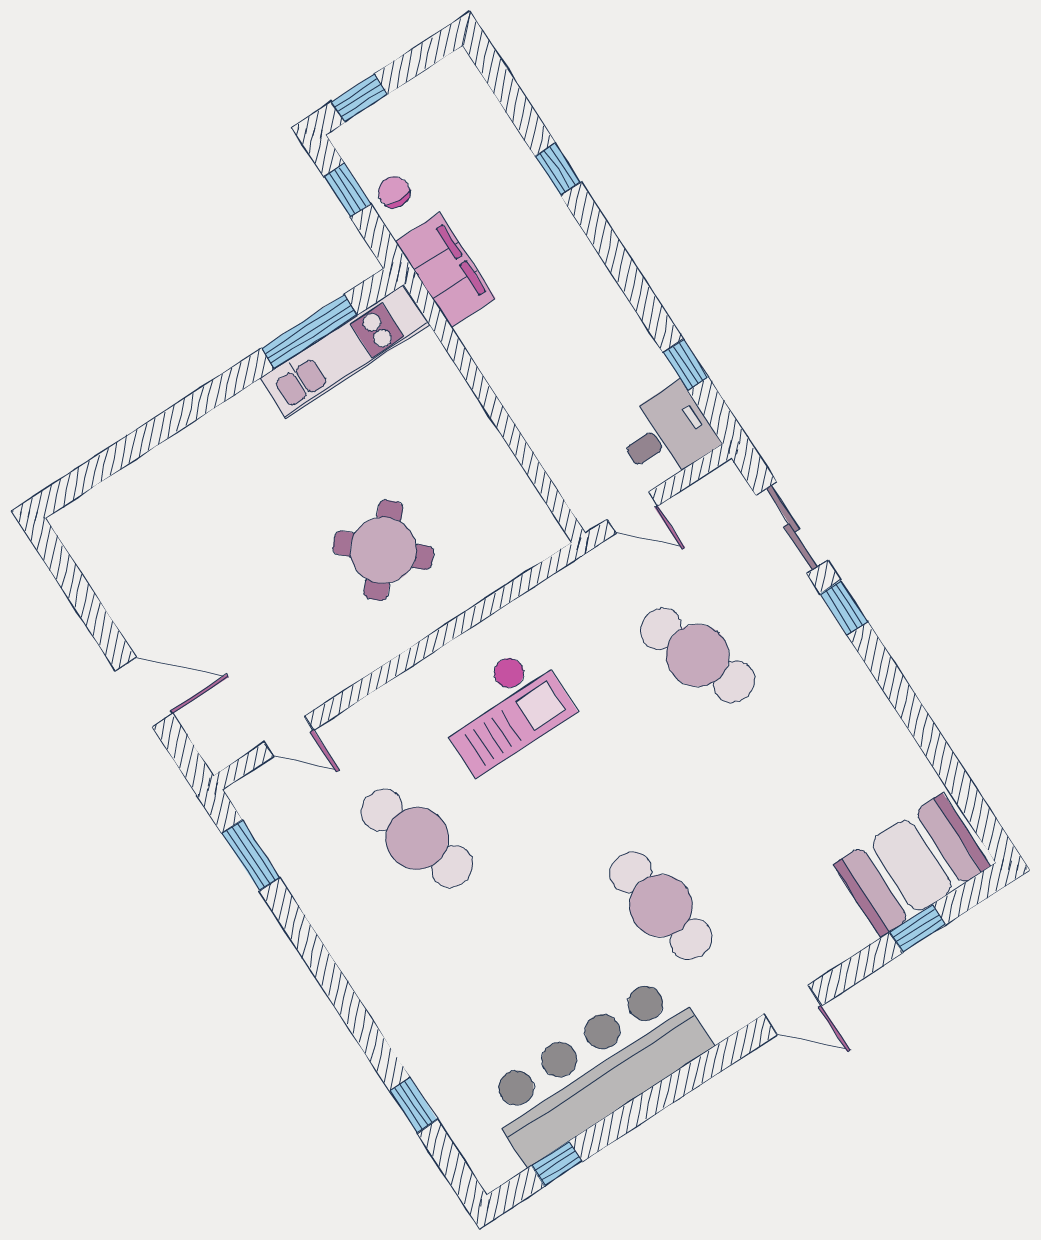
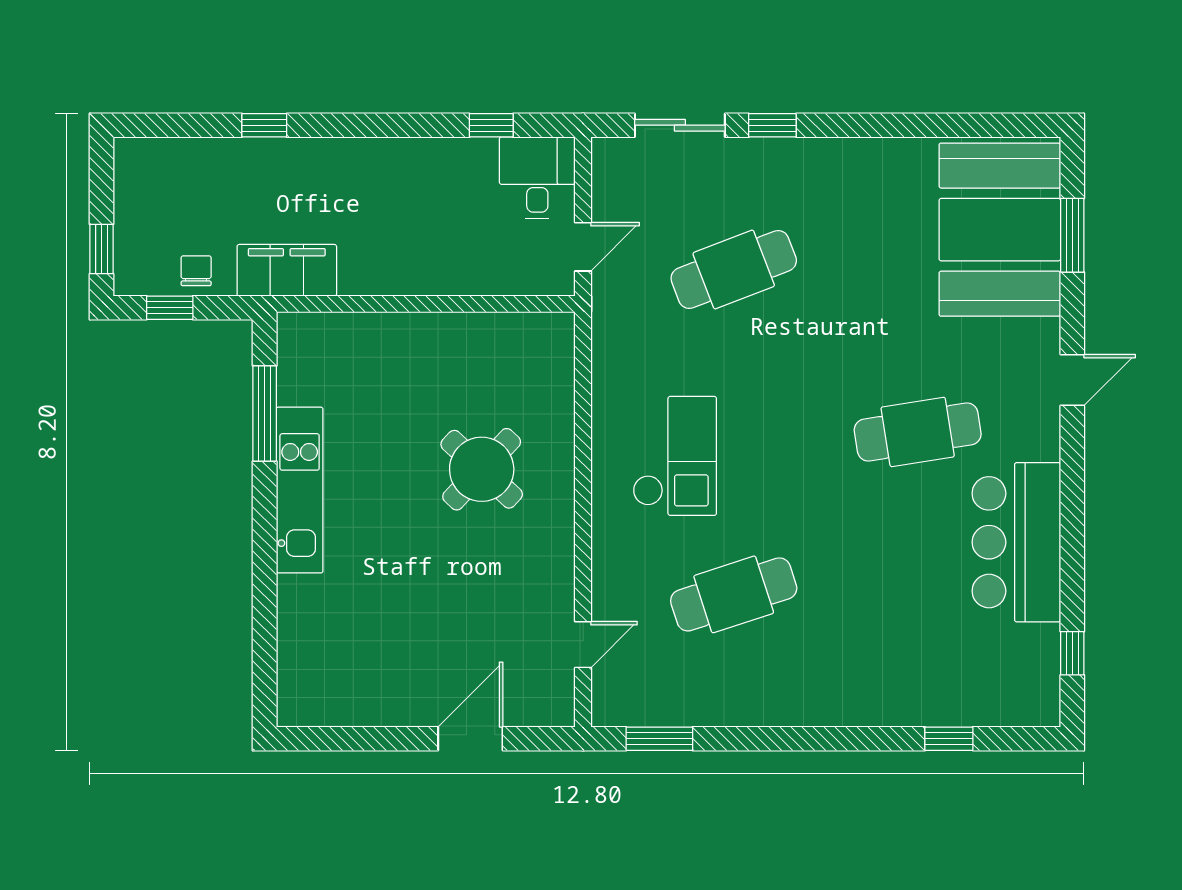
chair: (394, 192) -> (196, 271), turned 89
kitchen unit: (344, 352) -> (300, 490), moved
booth: (912, 865) -> (1000, 230), width x1.36, depth x1.42
window: (918, 928) -> (1072, 235), width x1.50
bar counter: (596, 1069) -> (1016, 542), width x0.73

